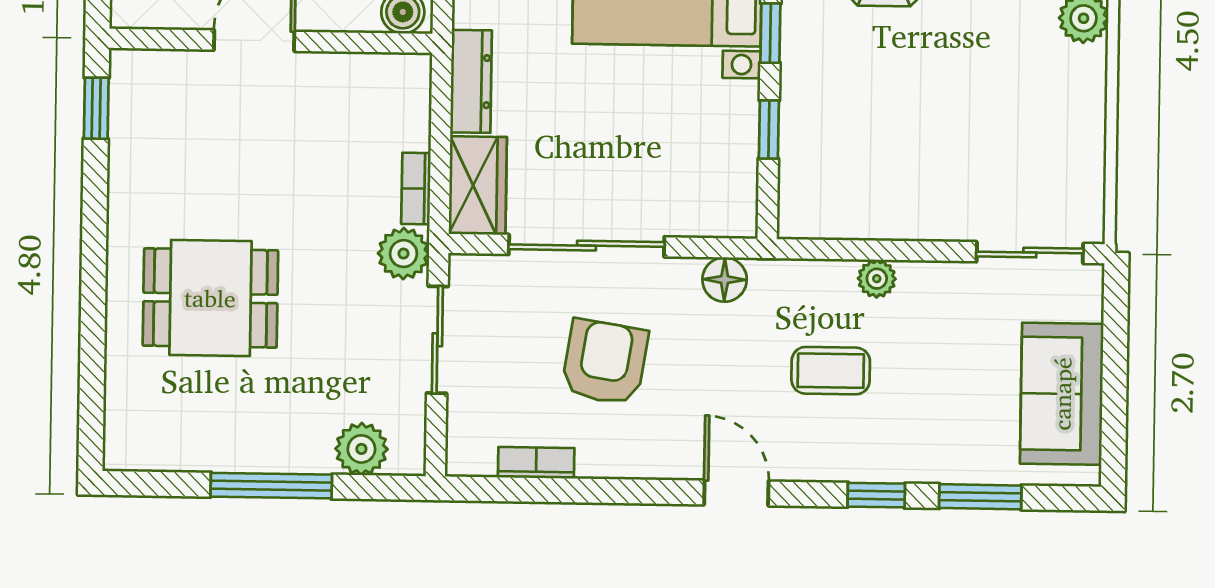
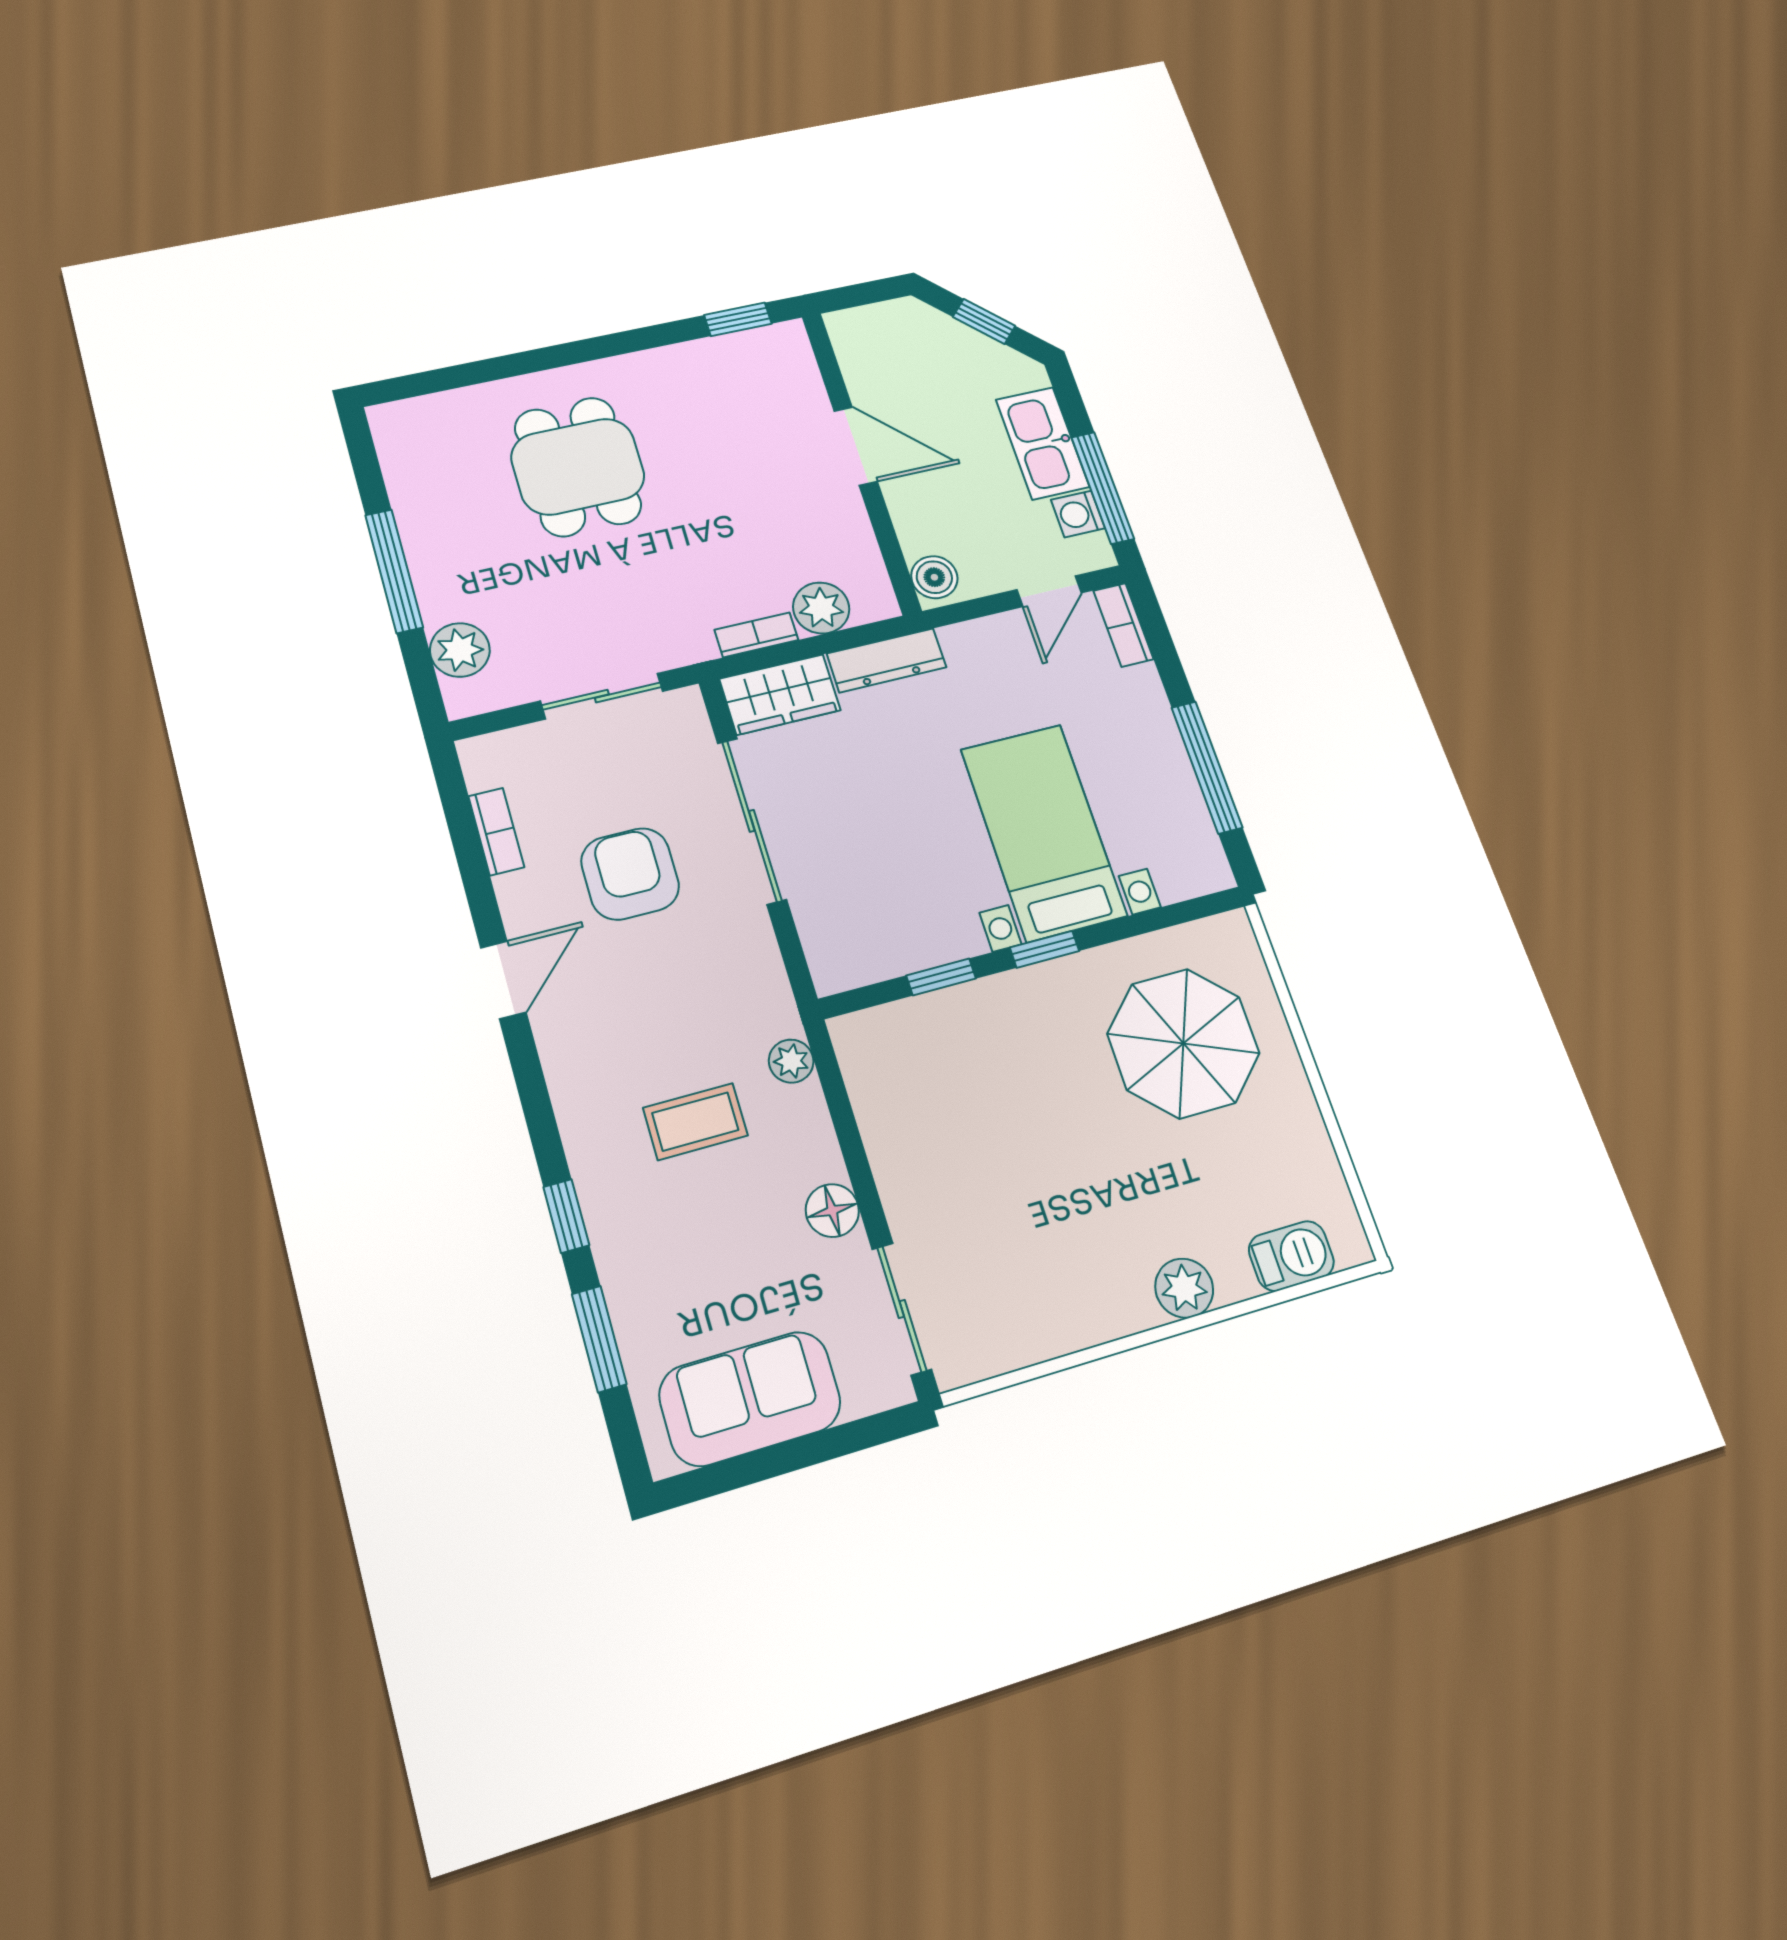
plant: (403, 254) -> (821, 608), moved
plant: (877, 279) -> (791, 1061), moved
floor lamp: (725, 280) -> (832, 1211), moved
armchair: (605, 362) -> (630, 874), turned -99
coffee table: (831, 371) -> (695, 1122), turned 90
door: (736, 493) -> (503, 980), moved

